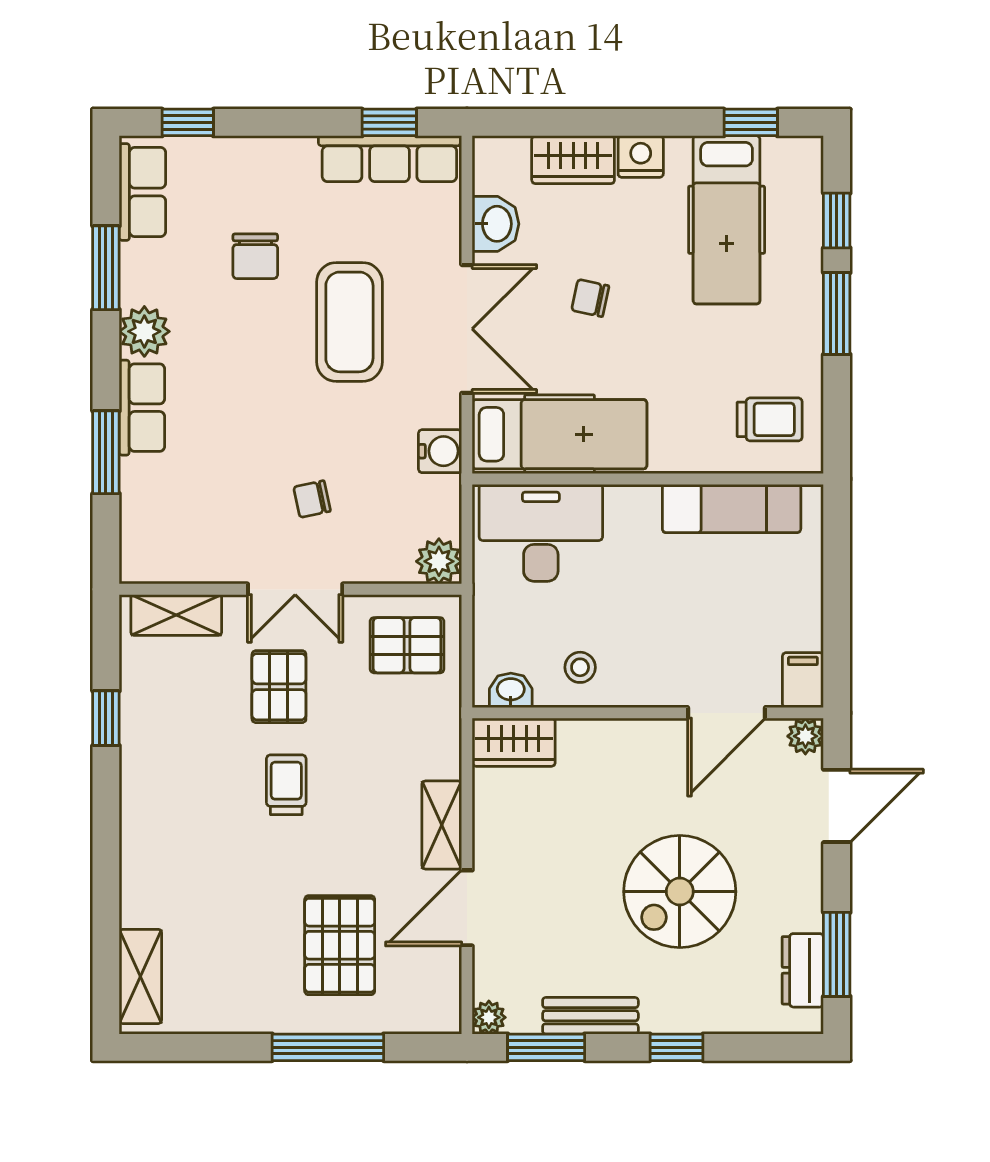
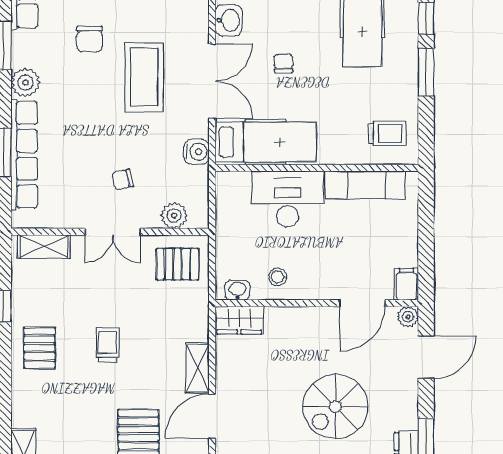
chair: (590, 298) -> (283, 63), turned 77
row of seats: (142, 408) -> (24, 155), width x2.02
desk: (541, 533) -> (288, 199), moved
plant: (439, 561) -> (174, 216), moved
pallet: (279, 687) -> (39, 348), moved

